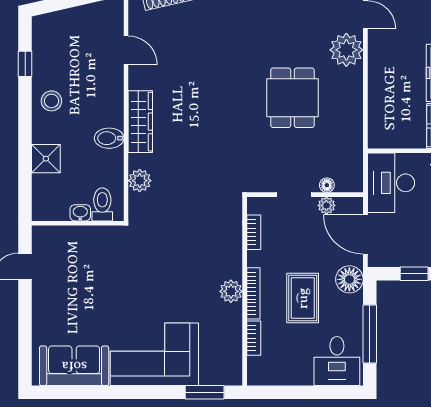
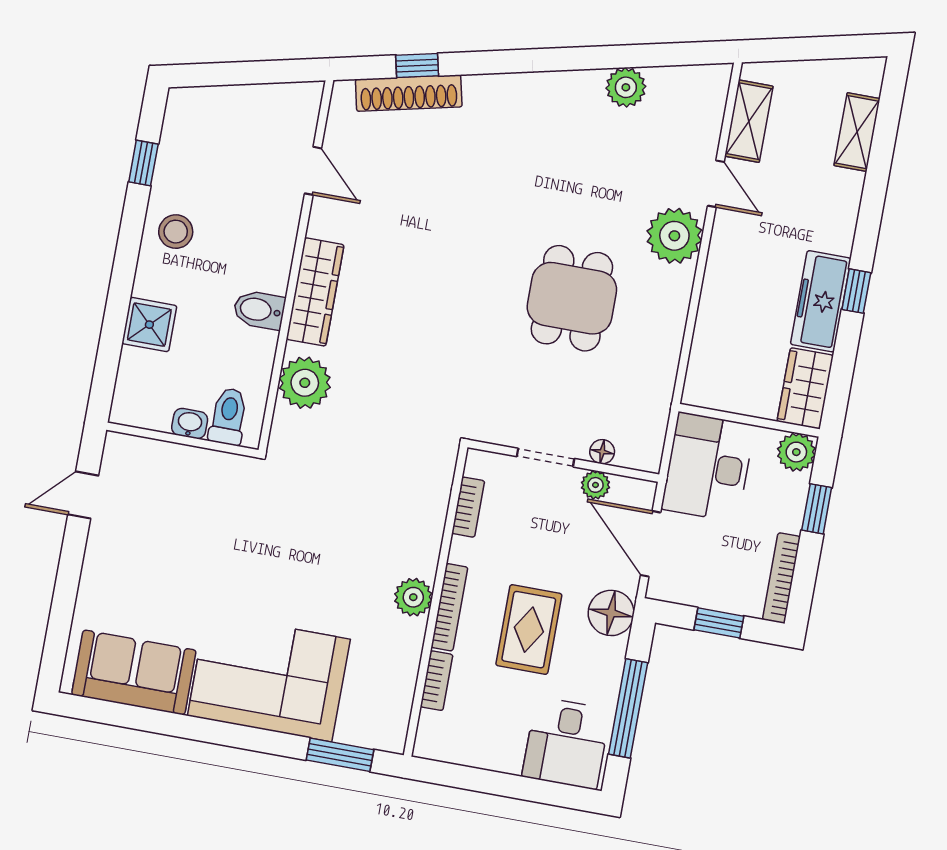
plant: (140, 181) -> (305, 383), width x1.36, depth x1.36

